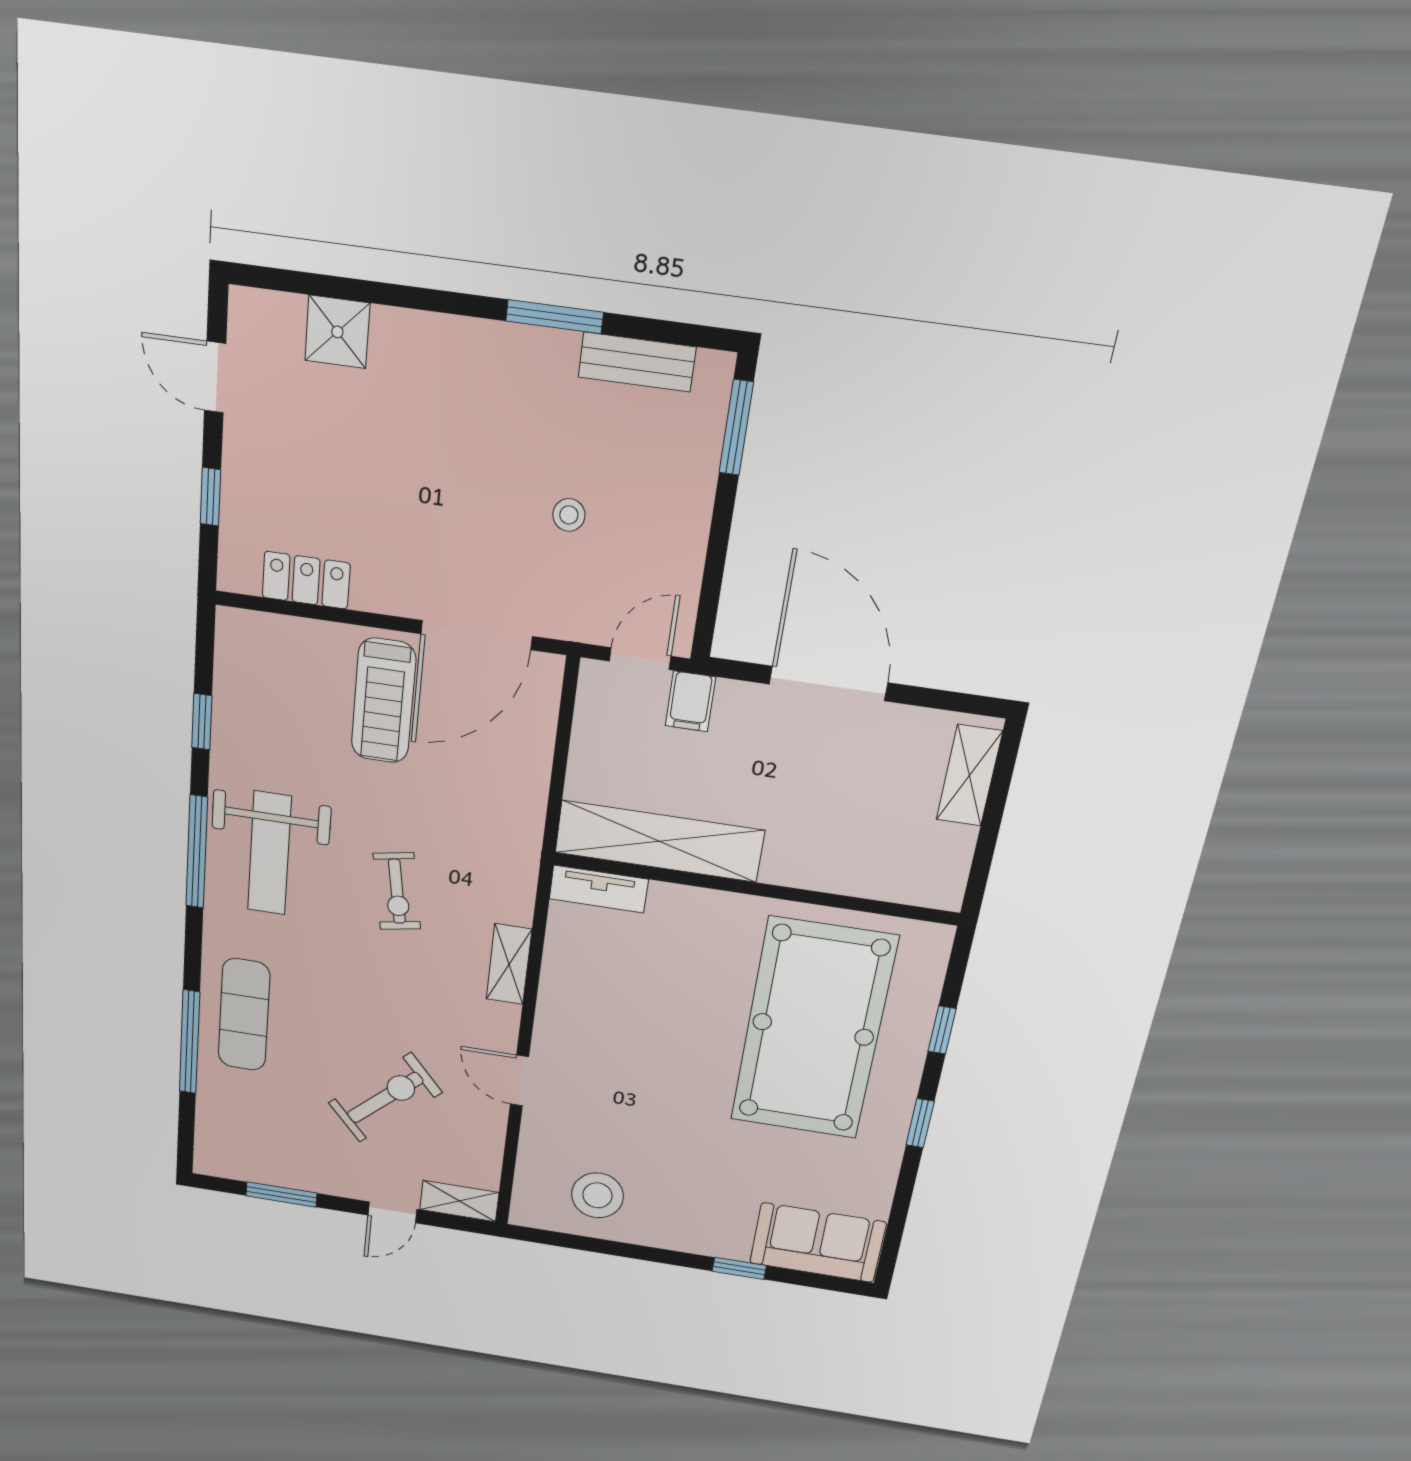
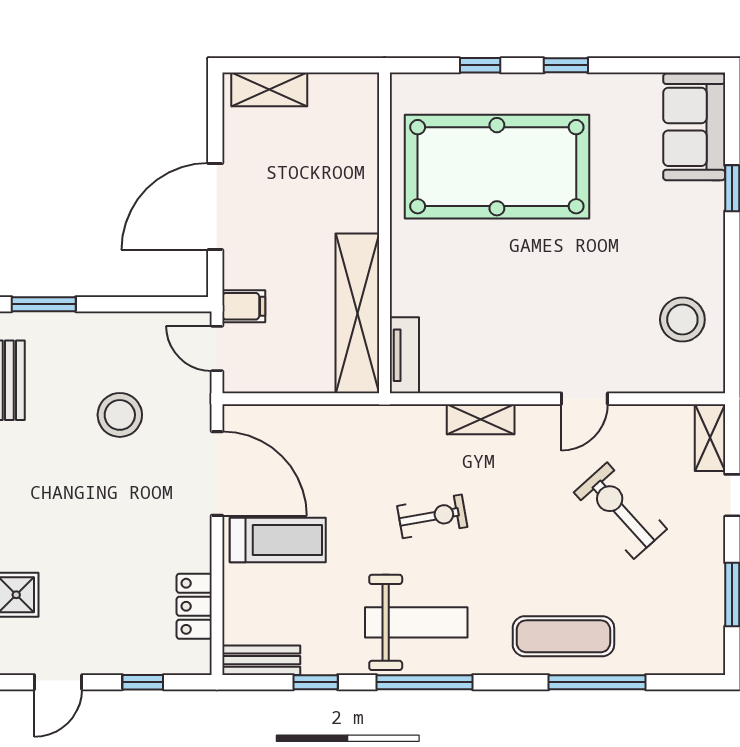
stool: (569, 515) -> (120, 415), width x1.89, depth x1.89
bench: (232, 658) -> (261, 660), added

